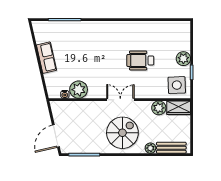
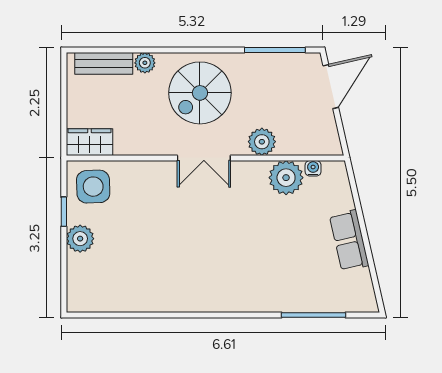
wheelchair: (140, 60) -> (165, 235), removed
plant: (159, 108) -> (262, 142), moved

